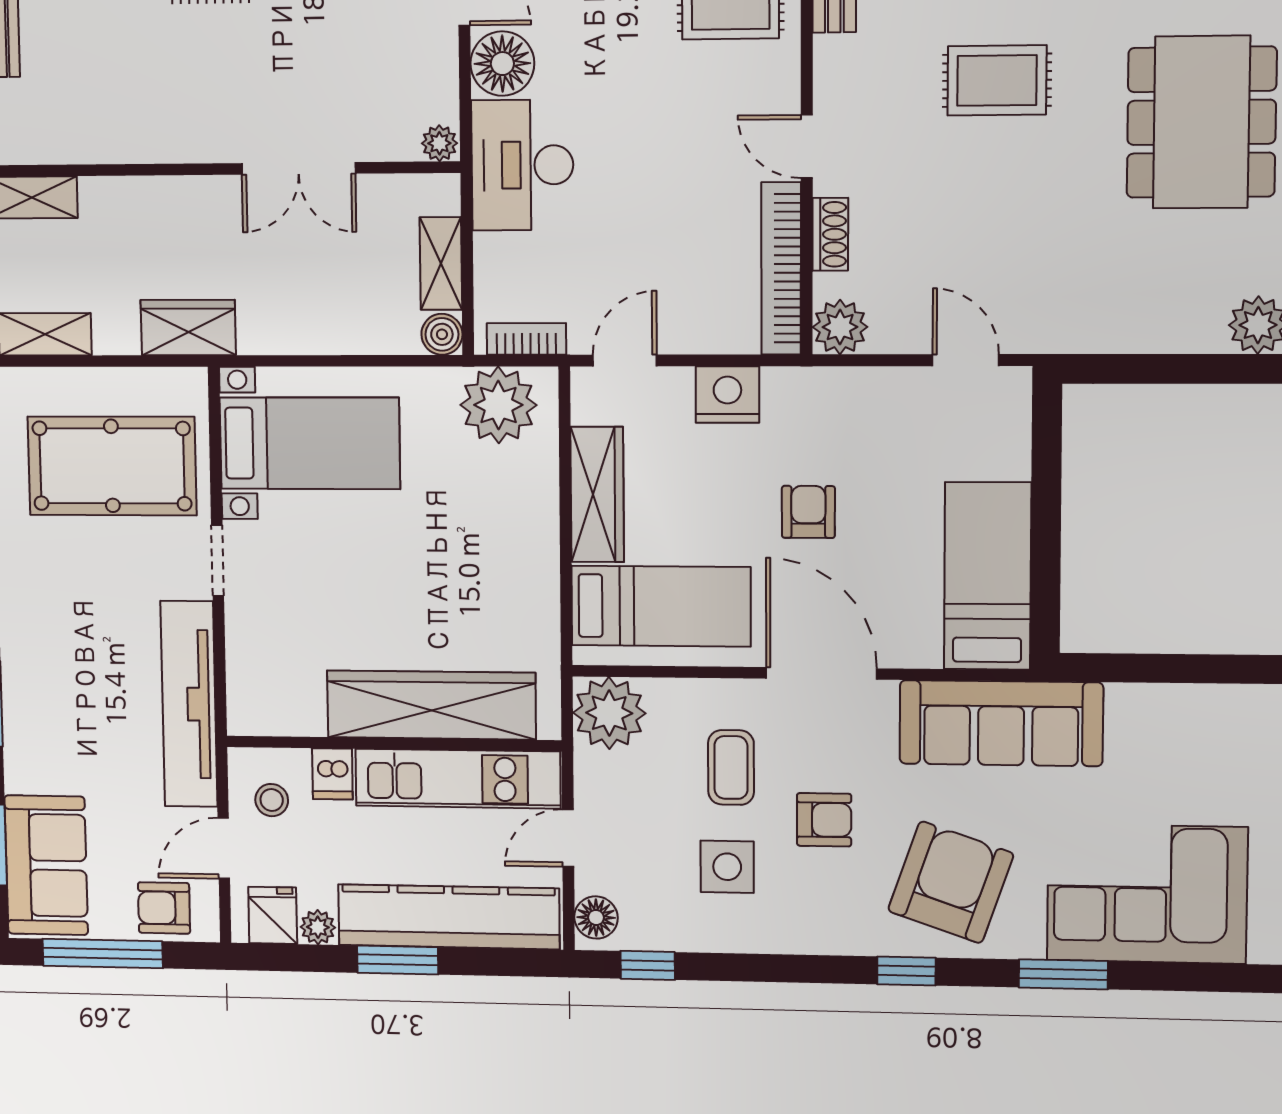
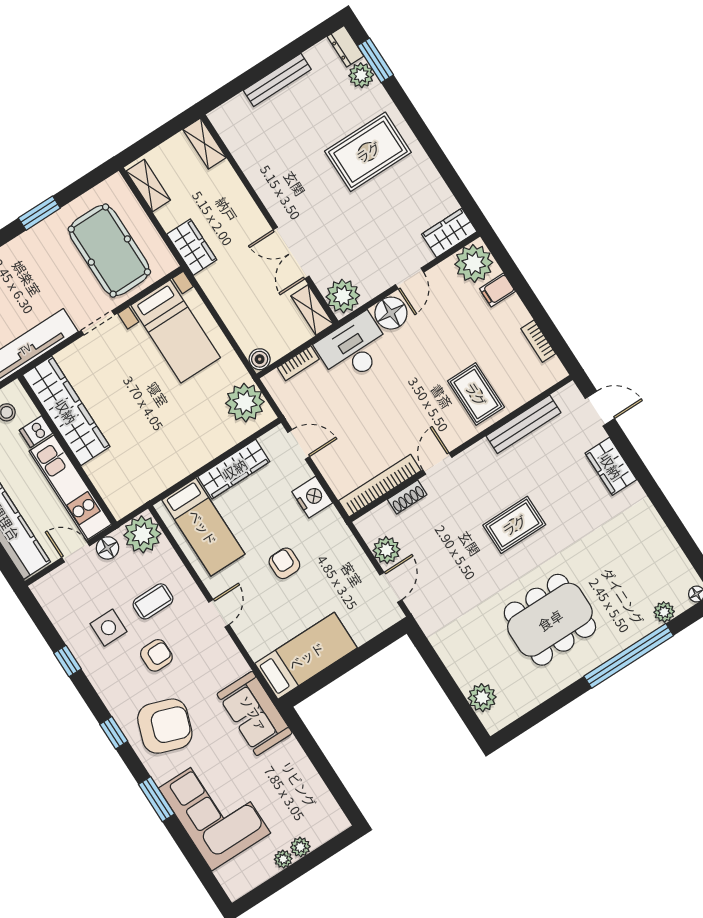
rug: (997, 80) -> (514, 525), turned 90
plant: (439, 143) -> (343, 296), width x1.88, depth x1.88
shelving: (441, 264) -> (312, 310), moved, turned 90
plant: (840, 327) -> (386, 550), moved
bookcase: (526, 339) -> (298, 363), moved, turned 90
armchair: (808, 512) -> (284, 563), turned -90
door: (821, 673) -> (219, 613), width x0.53
wardrobe: (431, 705) -> (66, 411), moved
sofa: (1001, 723) -> (254, 713), width x0.73
armchair: (824, 820) -> (156, 655), turned -90
floor lamp: (596, 917) -> (108, 548), moved
window: (648, 965) -> (67, 661), moved

